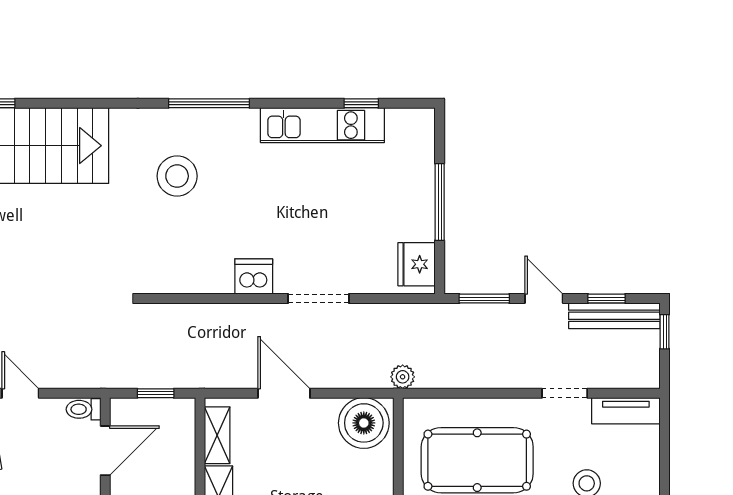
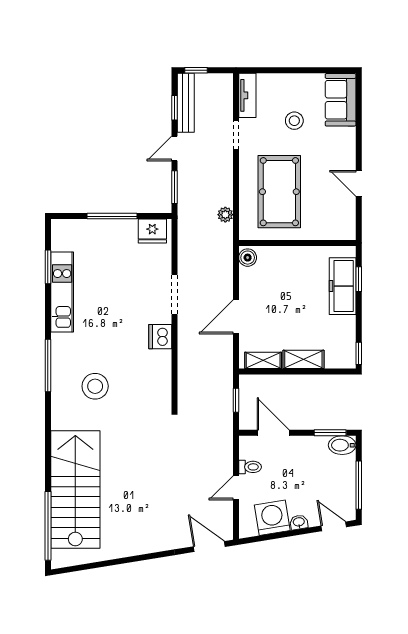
window: (361, 103) -> (48, 267), width x1.50
plant: (403, 377) -> (225, 215), moved
toilet: (83, 409) -> (250, 467), moved, turned -90
boiler: (364, 423) -> (248, 258), width x0.54, depth x0.54

